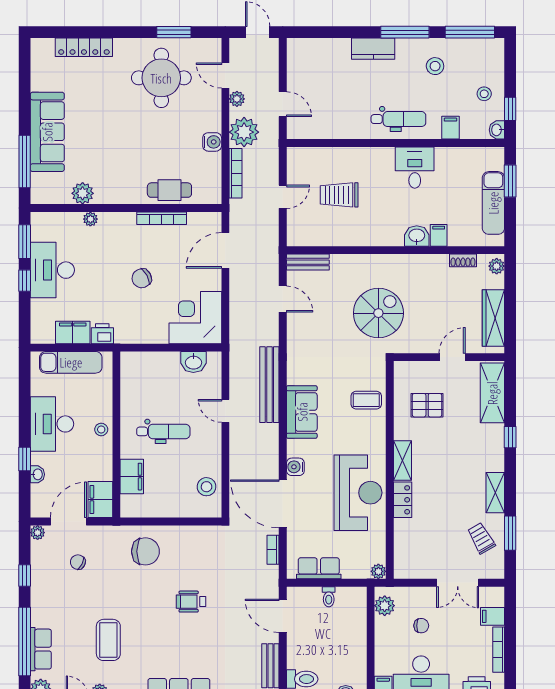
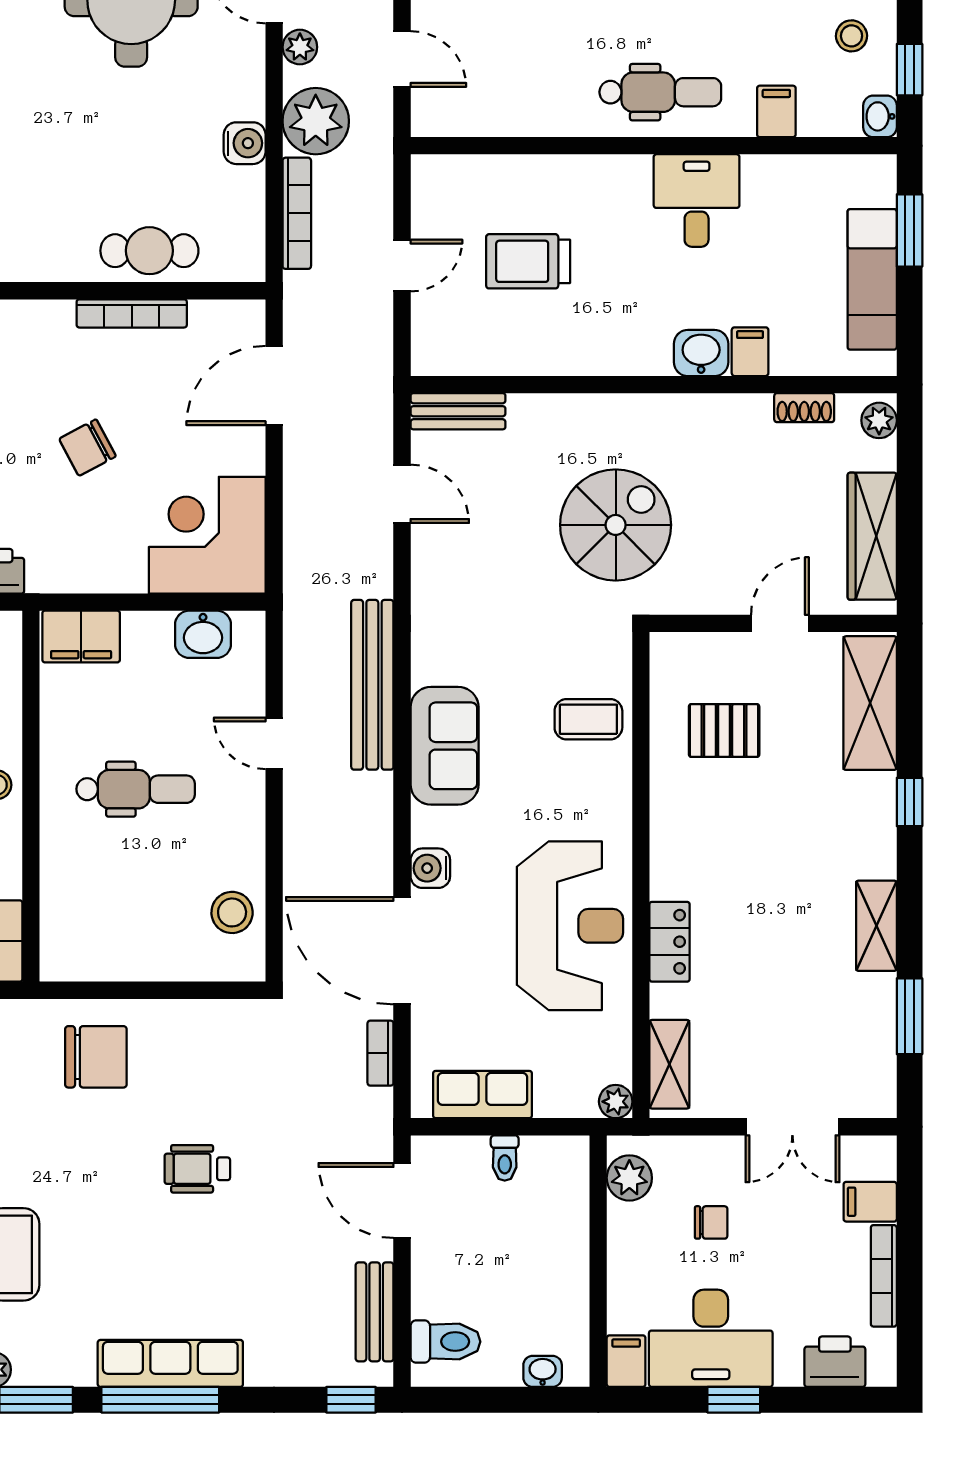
shelving: (403, 460) -> (669, 1064), moved
filing cabinet: (132, 477) -> (81, 637), moved, turned 90
trolley: (481, 538) -> (845, 1028), removed

